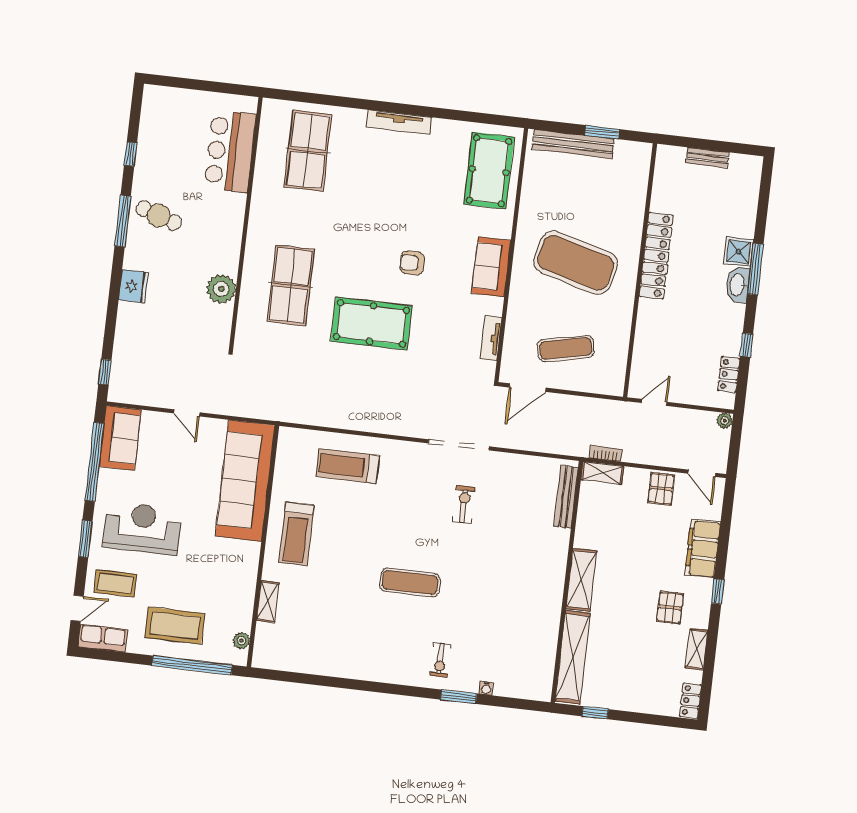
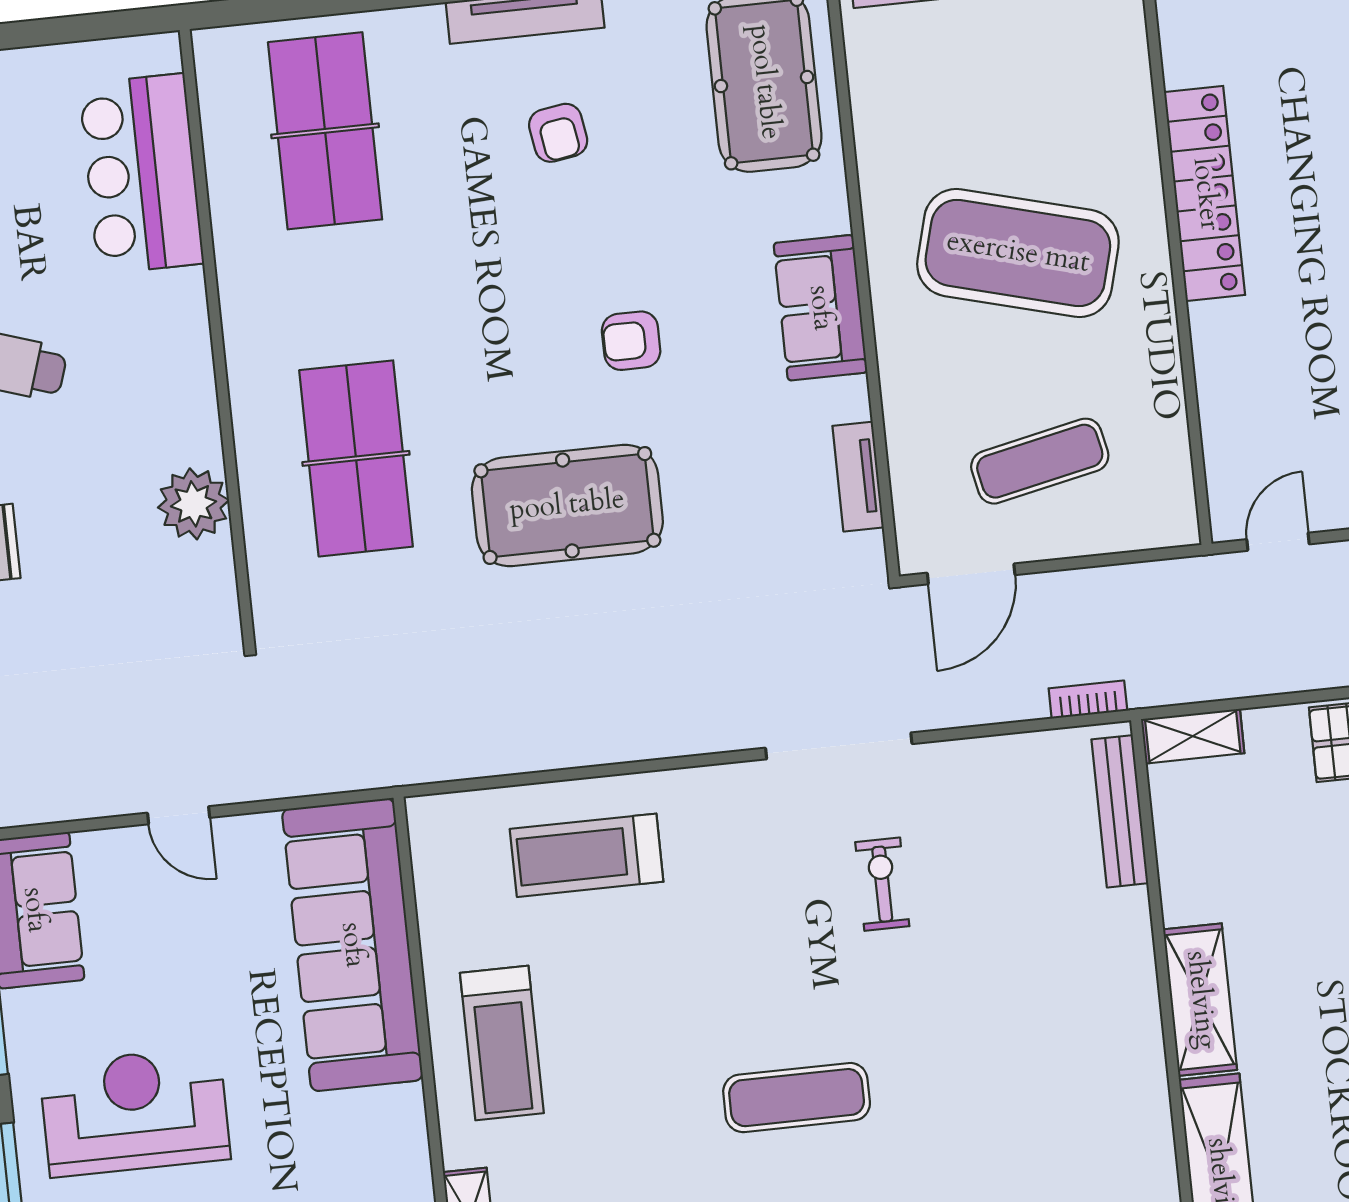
armchair: (402, 173) -> (558, 133), added
bookcase: (606, 454) -> (1088, 699), moved

